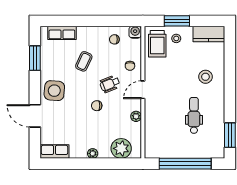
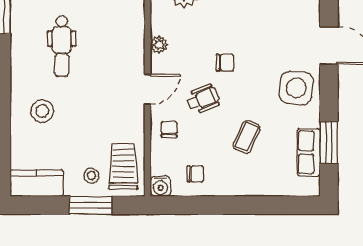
row of seats: (62, 33) -> (309, 152), moved, turned -90

